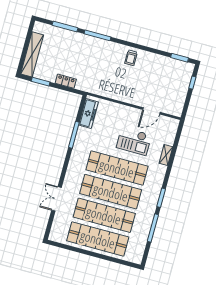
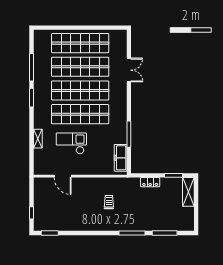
shelving: (32, 54) -> (188, 192), width x0.68
trolley: (131, 58) -> (109, 202), moved
door: (151, 111) -> (63, 176), swing flipped

